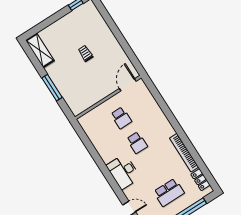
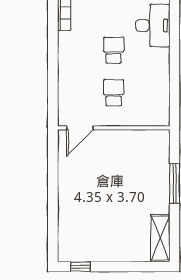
trolley: (85, 53) -> (107, 199), removed

